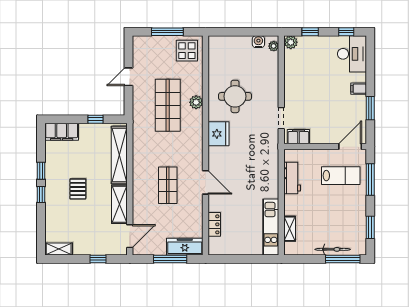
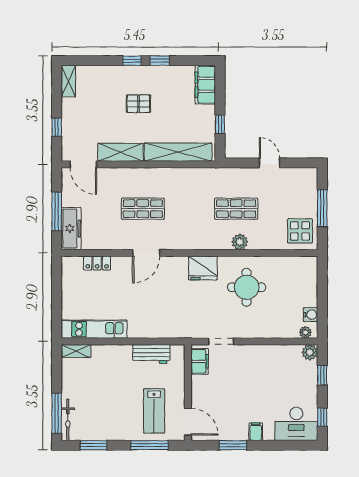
shop shelf: (168, 105) -> (236, 209), width x0.70, depth x0.74
shelving: (290, 229) -> (76, 351), moved
bicycle: (333, 249) -> (68, 420), moved

